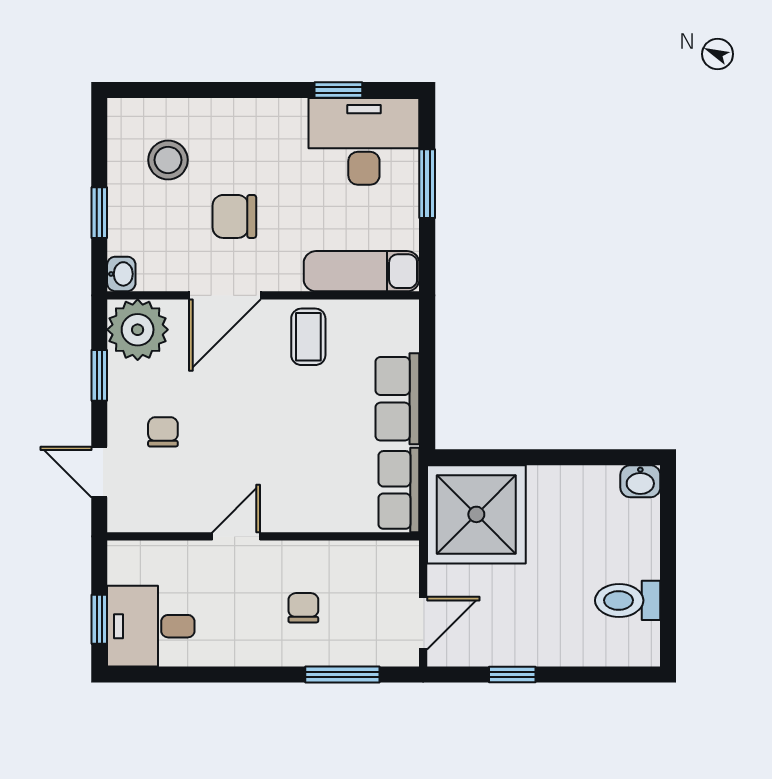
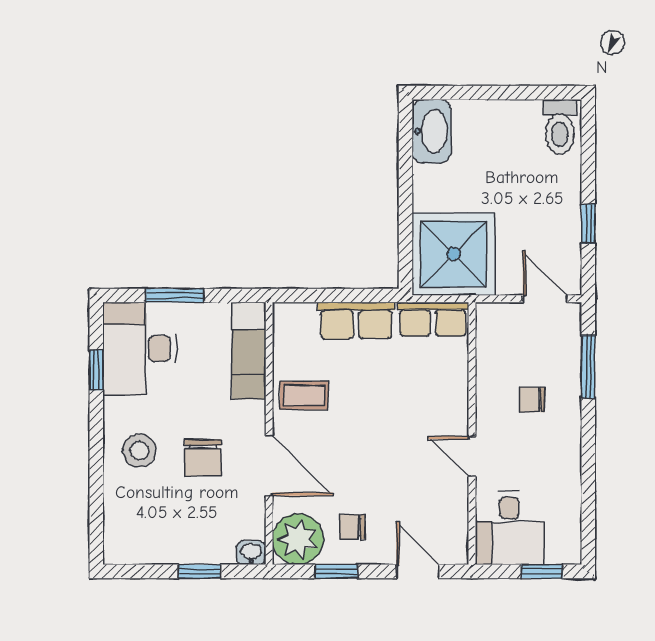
stool: (168, 160) -> (139, 451), moved
chair: (163, 432) -> (352, 527), moved
door: (99, 472) -> (418, 571), swing flipped
washbasin: (640, 481) -> (432, 131), width x1.91, depth x1.45
toilet: (628, 600) -> (560, 127), moved
desk: (151, 626) -> (509, 528), moved

